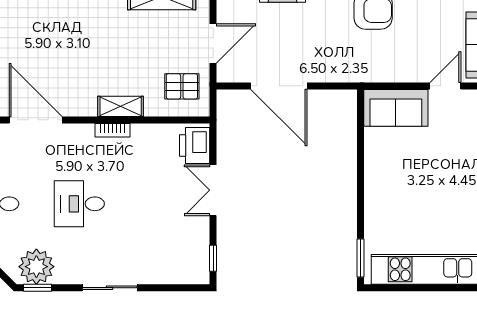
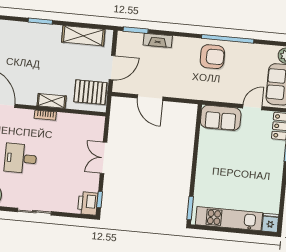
pallet: (182, 86) -> (90, 92), width x1.50, depth x1.42
door: (279, 86) -> (150, 98), width x0.73
printer: (195, 145) -> (88, 203), moved

